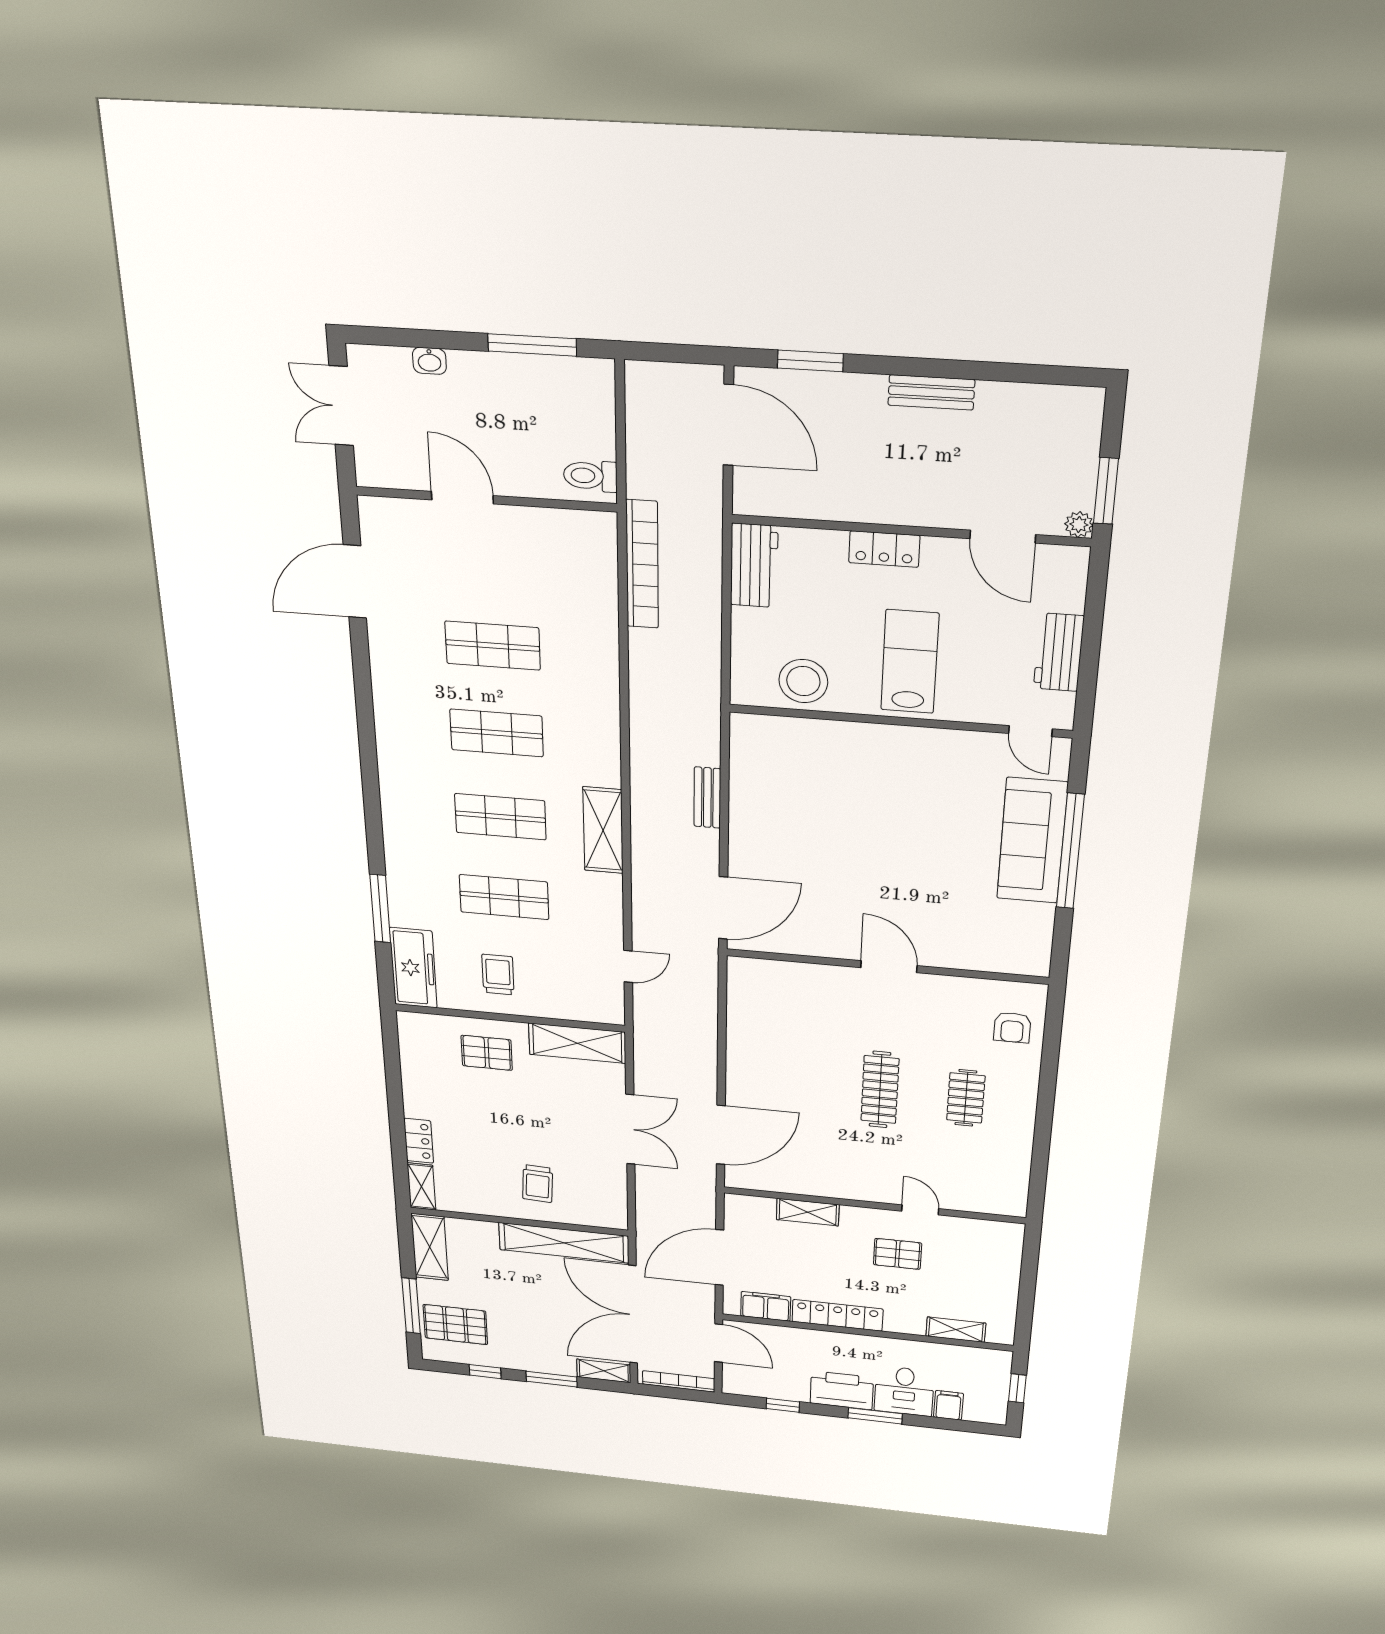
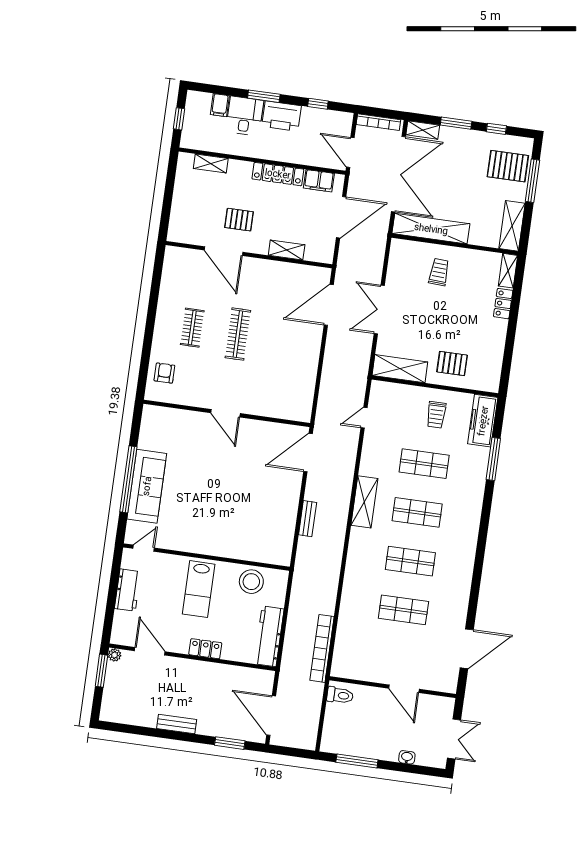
workbench: (754, 566) -> (269, 636), width x1.38
door: (1030, 731) -> (144, 548), hinge flipped
door: (920, 1210) -> (223, 251), width x1.88

